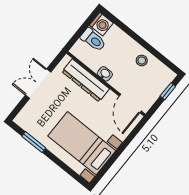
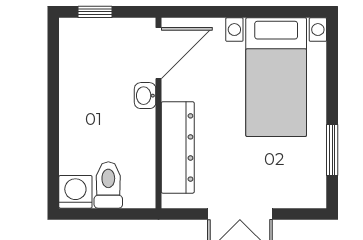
stool: (142, 60) -> (81, 88), removed
washbasin: (105, 74) -> (145, 96), moved

